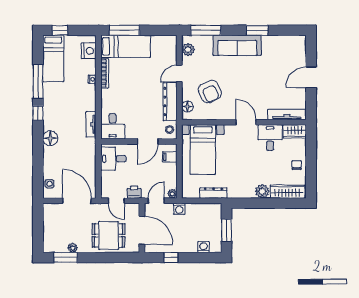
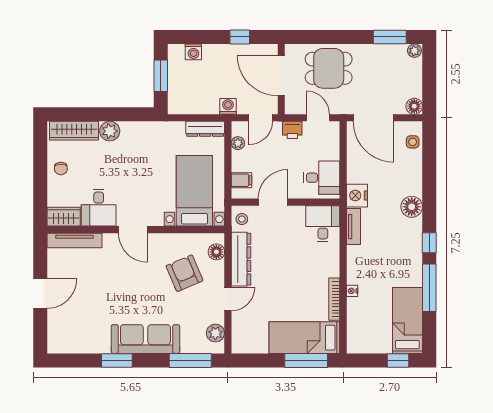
nightstand: (89, 51) -> (357, 196), moved
dresser: (213, 193) -> (205, 129), moved
plant: (172, 194) -> (238, 143), moved
floor lamp: (48, 209) -> (414, 106), added
plant: (73, 248) -> (414, 51), moved

